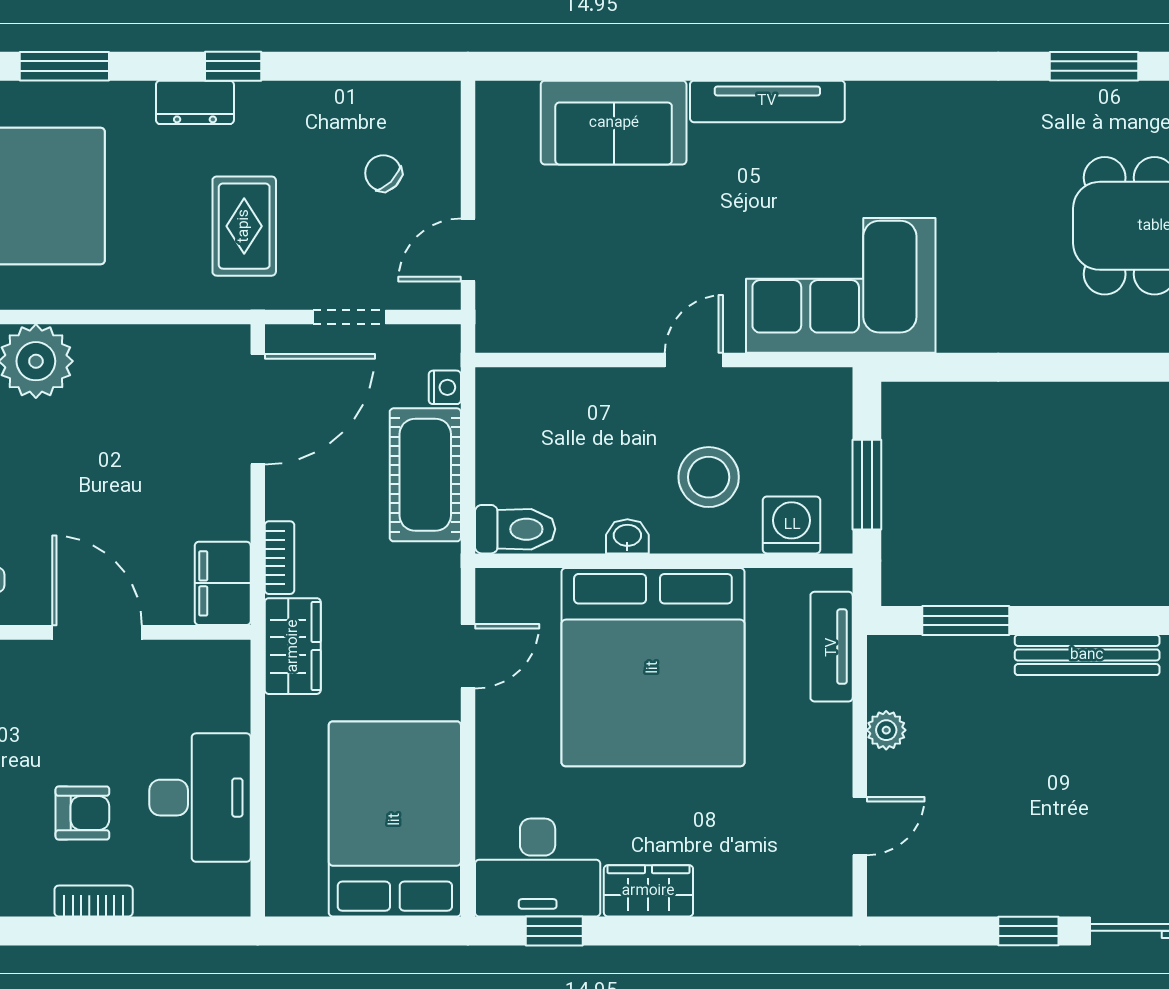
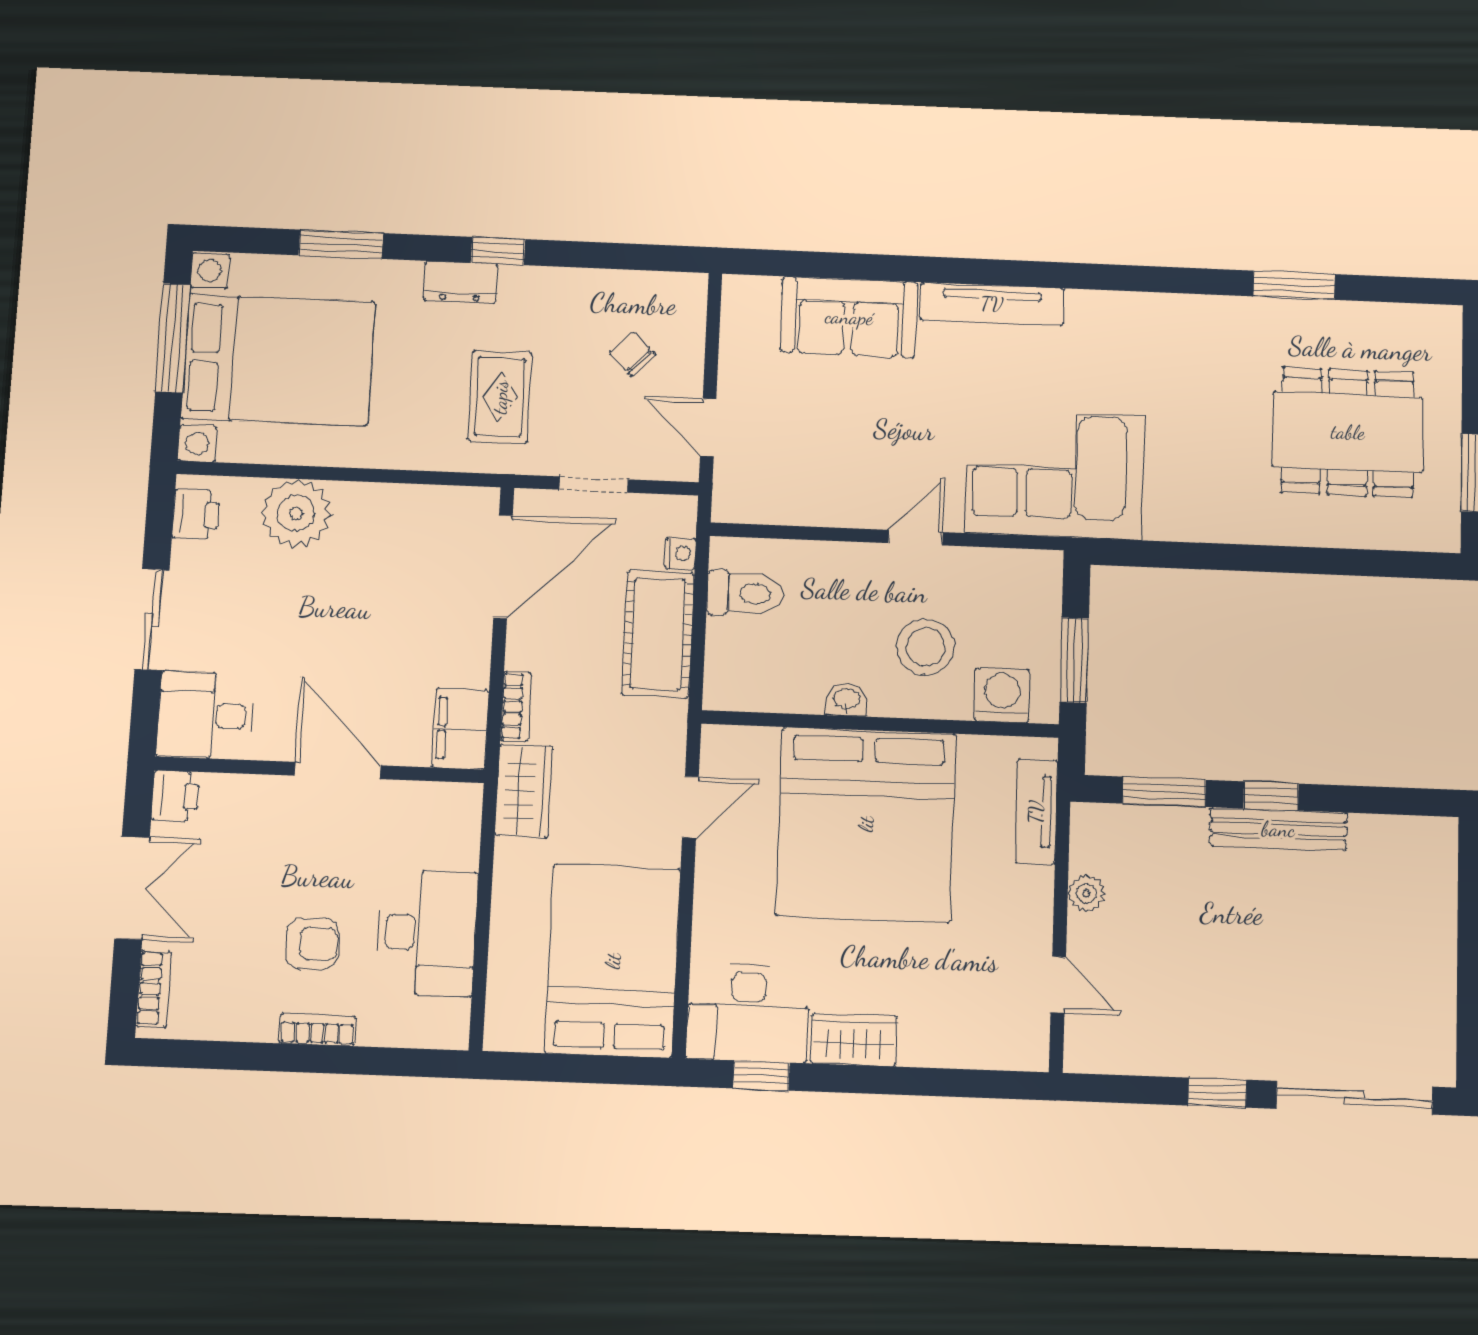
door: (468, 250) -> (708, 427), hinge flipped
toilet: (515, 529) -> (745, 593), moved
window: (1079, 620) -> (1271, 796), added
door: (860, 826) -> (1058, 985), hinge flipped

